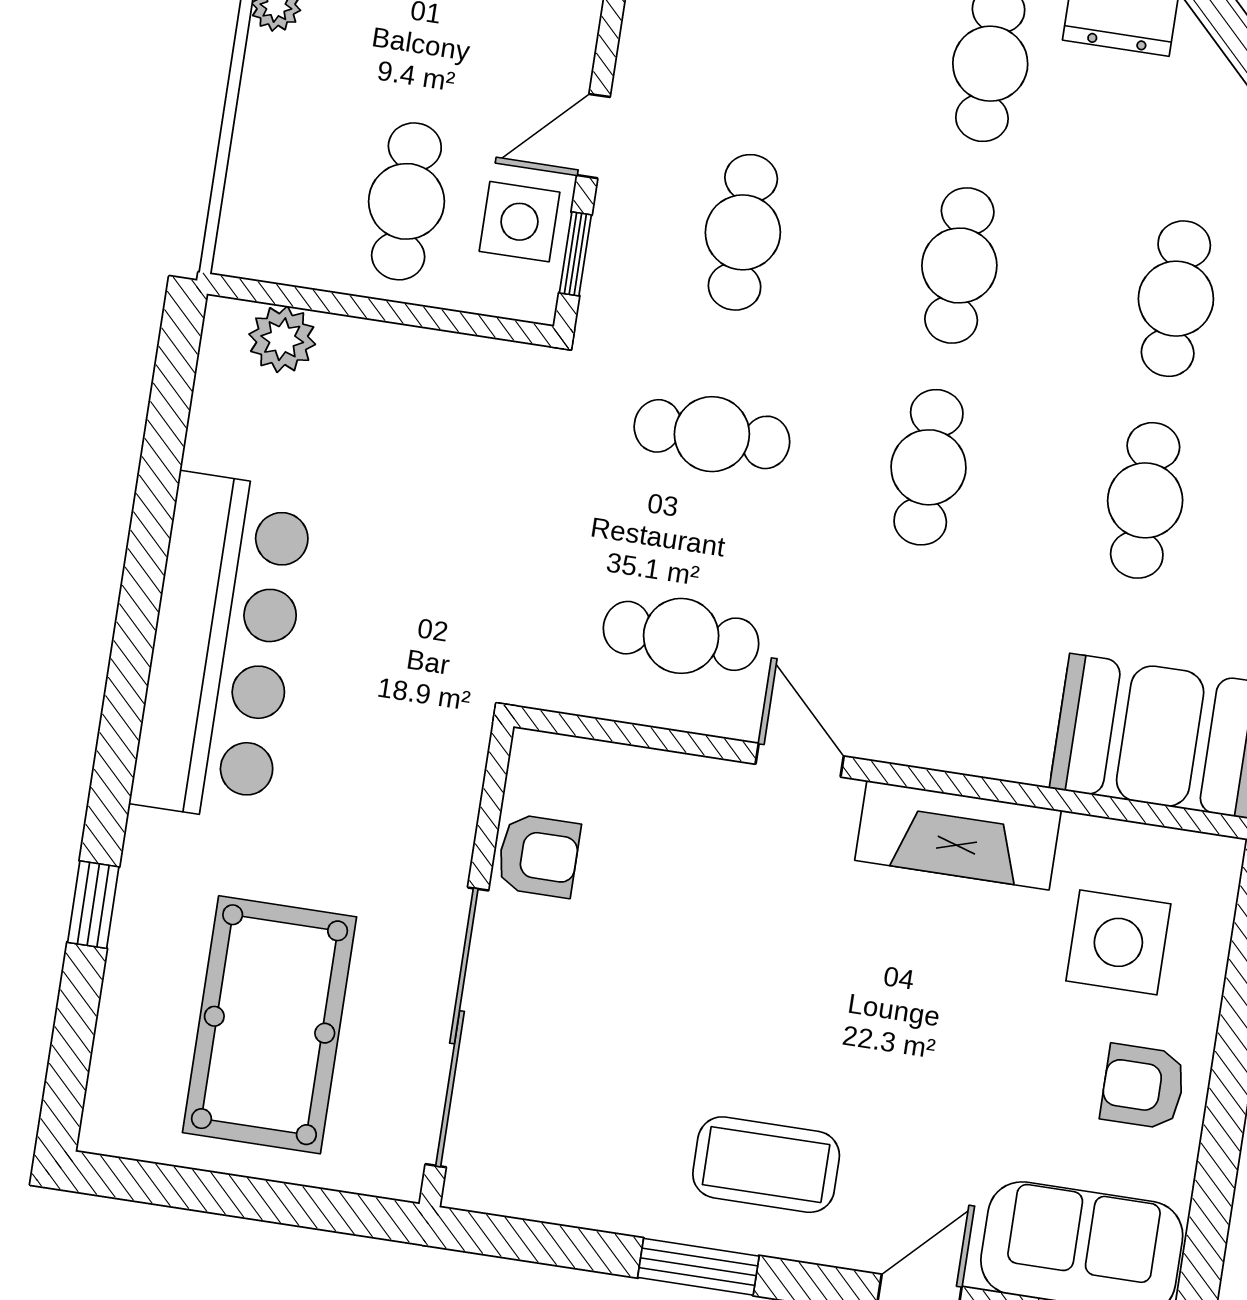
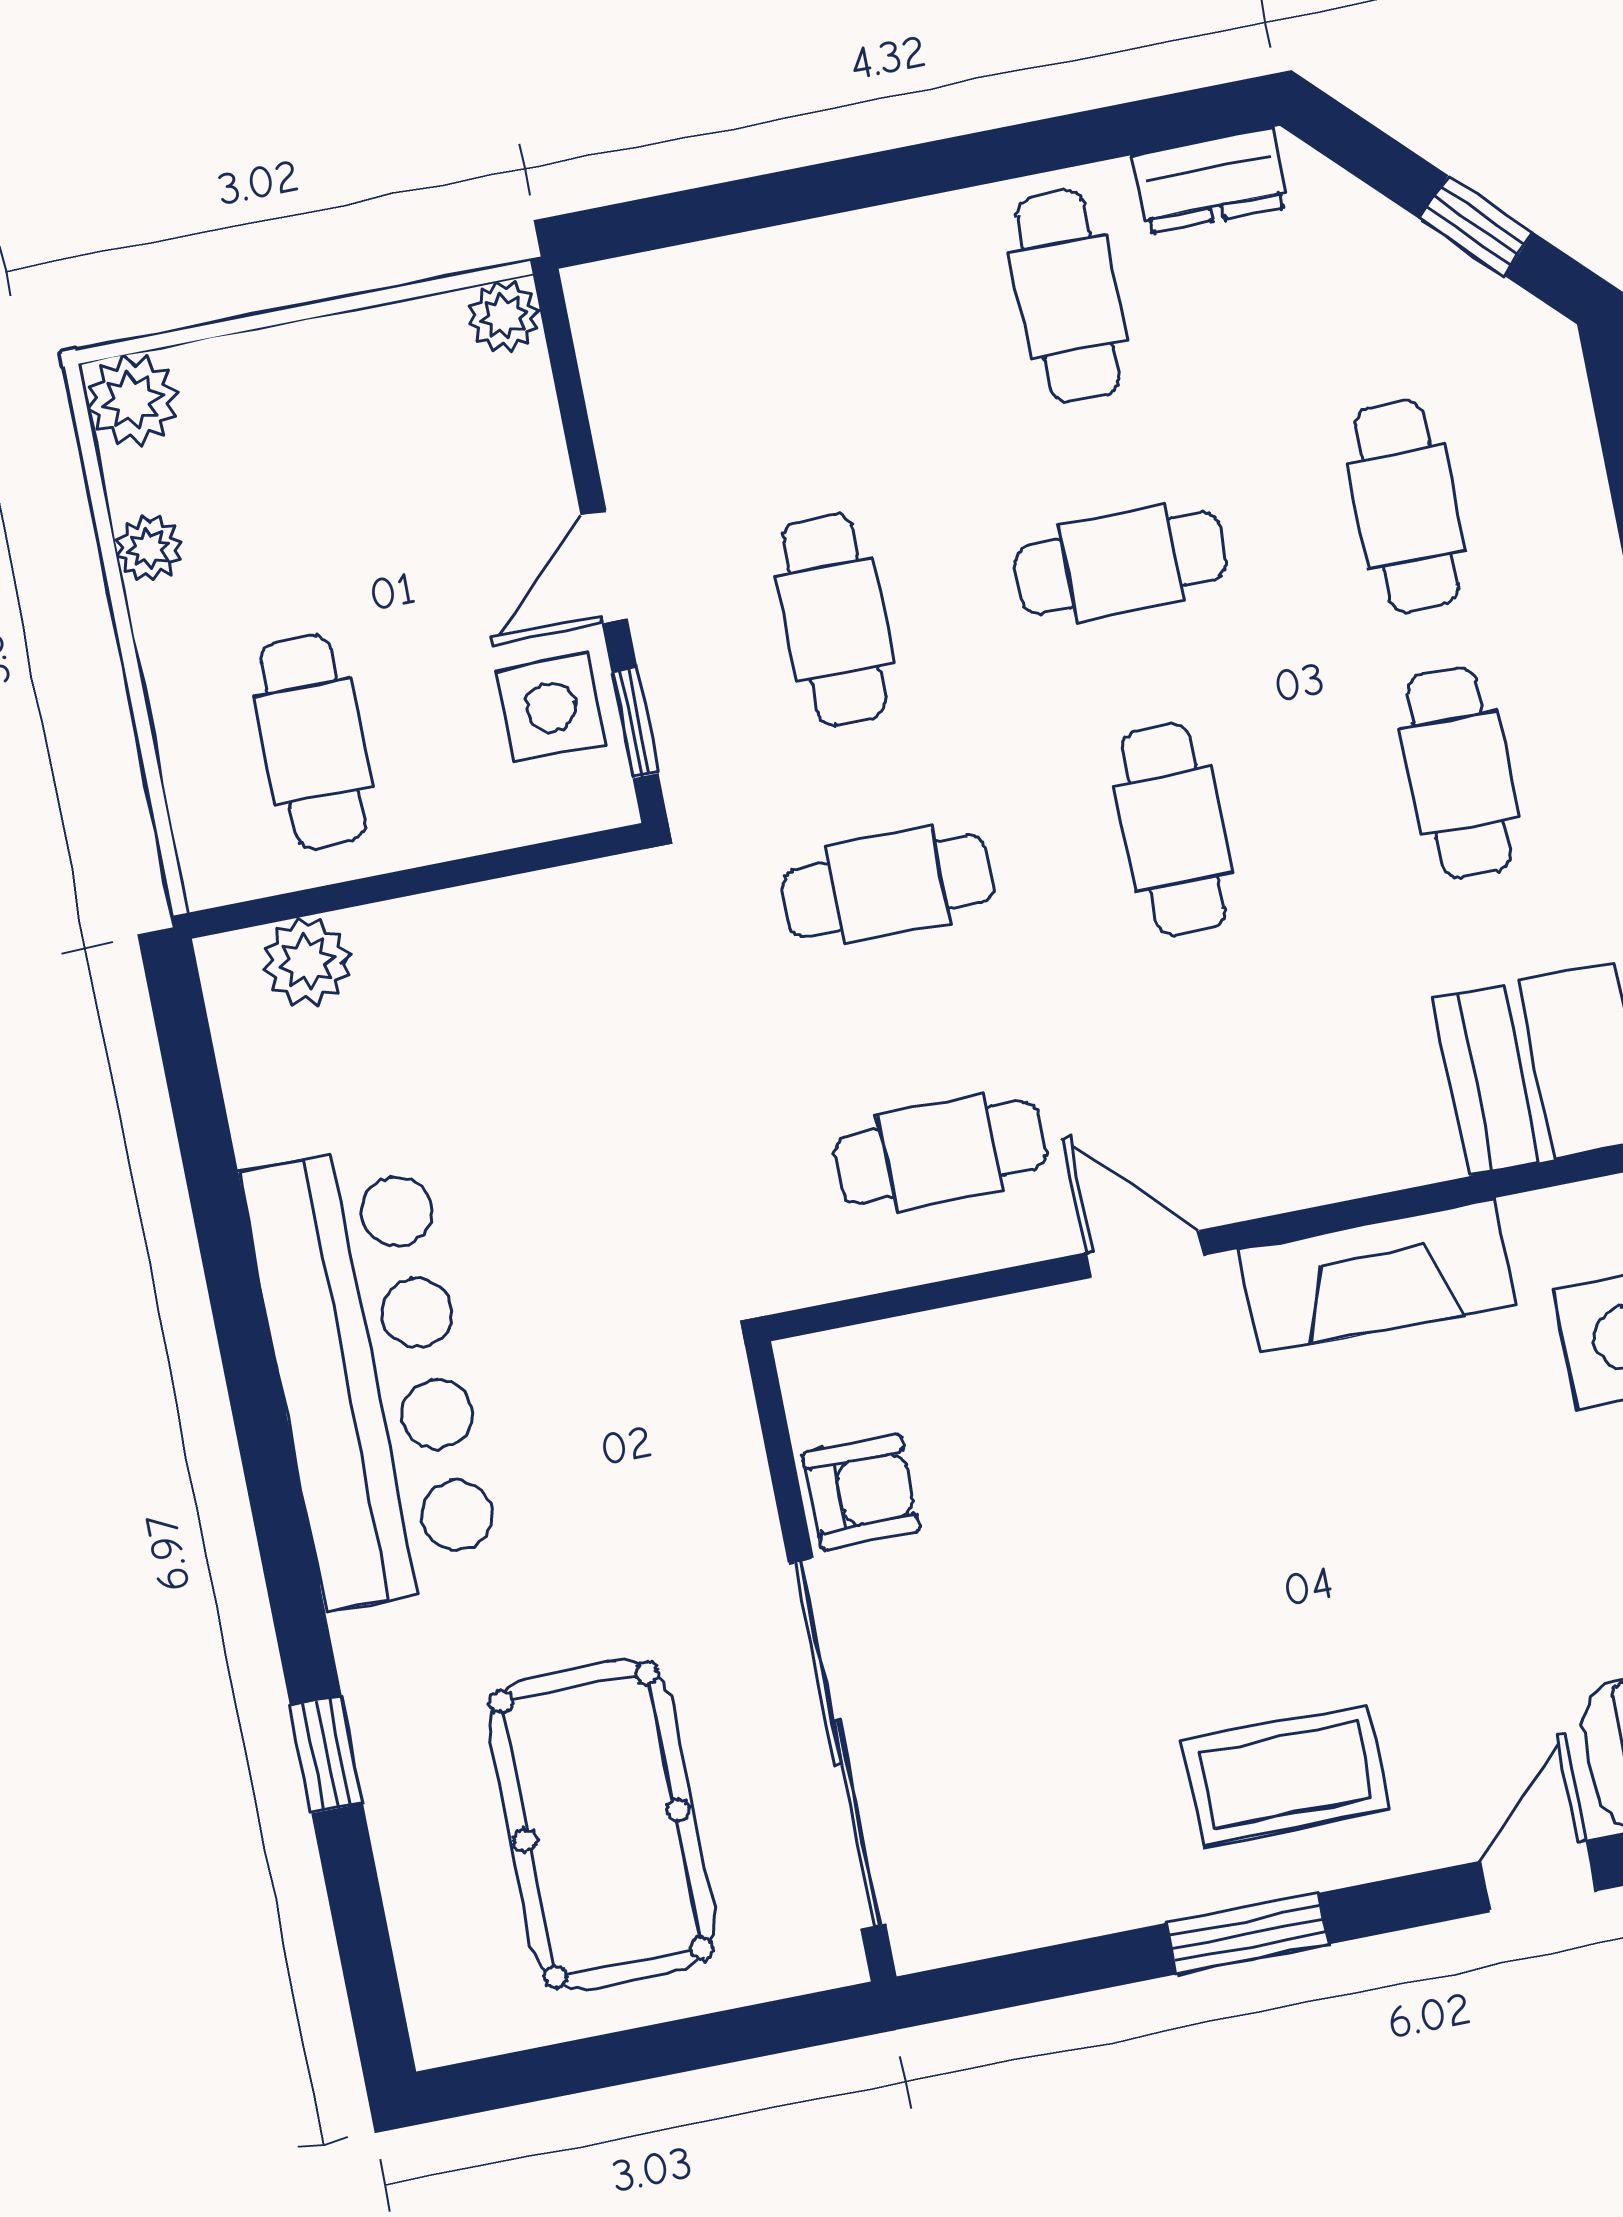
cafe table: (406, 201) -> (313, 742), moved
cafe table: (959, 265) -> (1121, 563), turned 90

